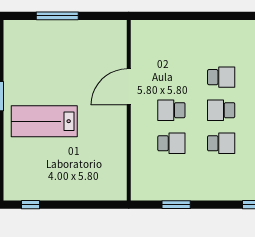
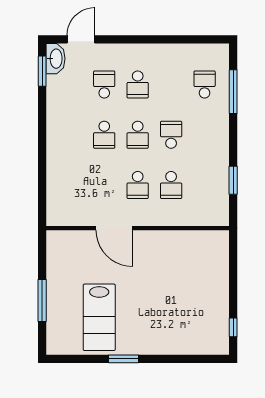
school desk: (221, 77) -> (104, 135), turned 180
lab bench: (44, 121) -> (99, 317), moved
school desk: (171, 143) -> (171, 185), turned 180

